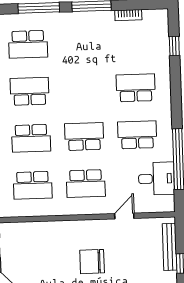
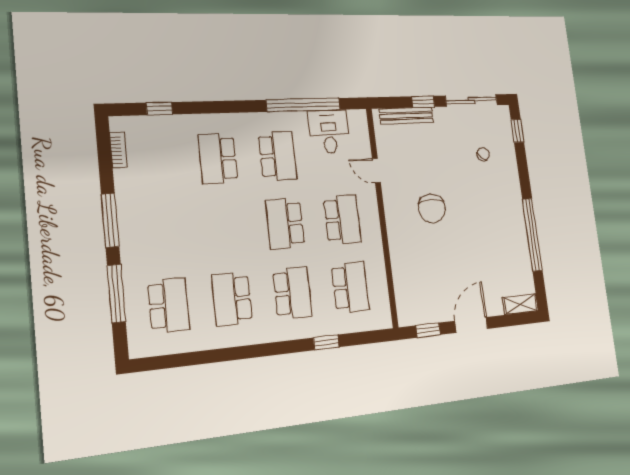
bookcase: (128, 15) -> (118, 150), moved
school desk: (137, 135) -> (278, 156), turned 180

